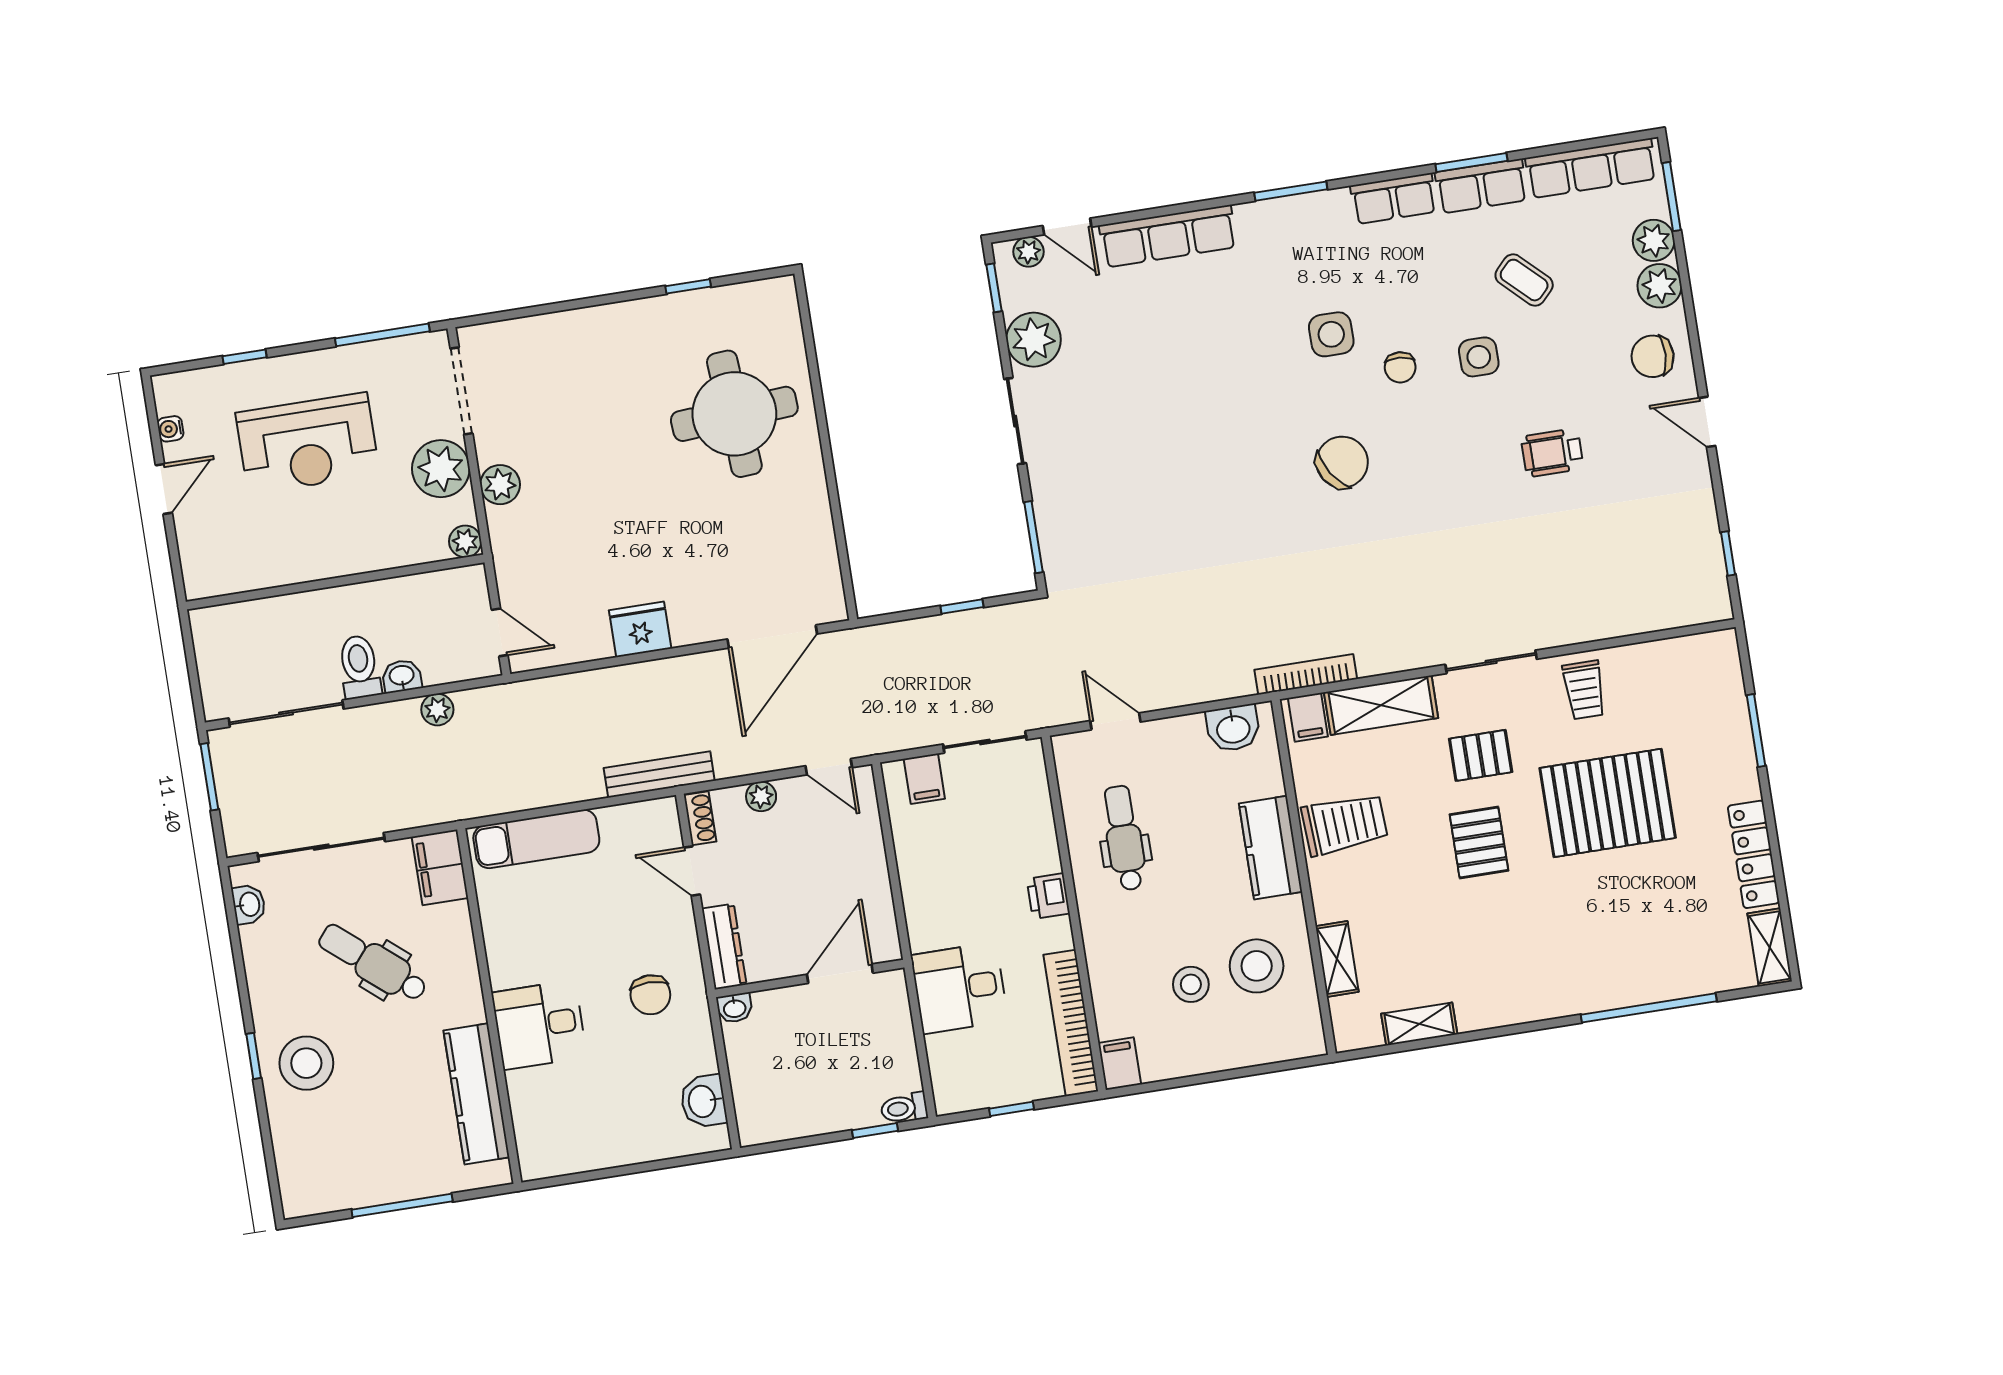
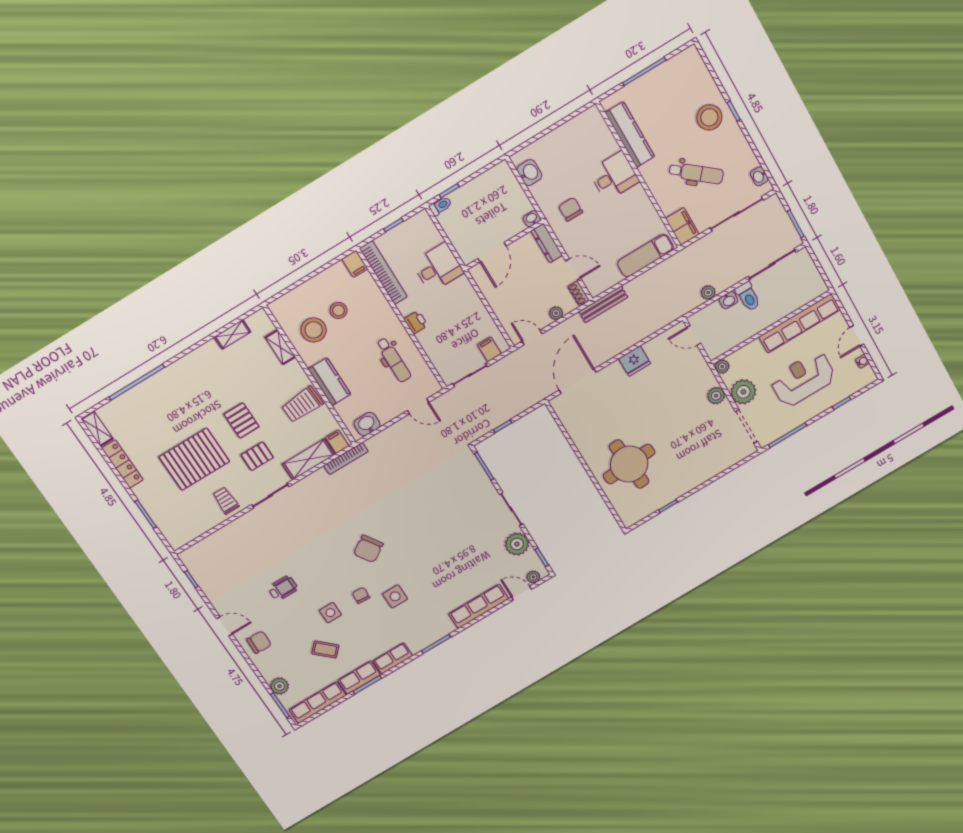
plant: (1660, 286) -> (269, 670), removed
row of seats: (273, 566) -> (799, 323), added

